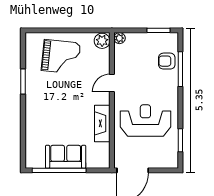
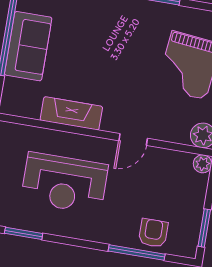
door: (112, 83) -> (133, 140), swing flipped
reception desk: (145, 120) -> (64, 183), turned 90

